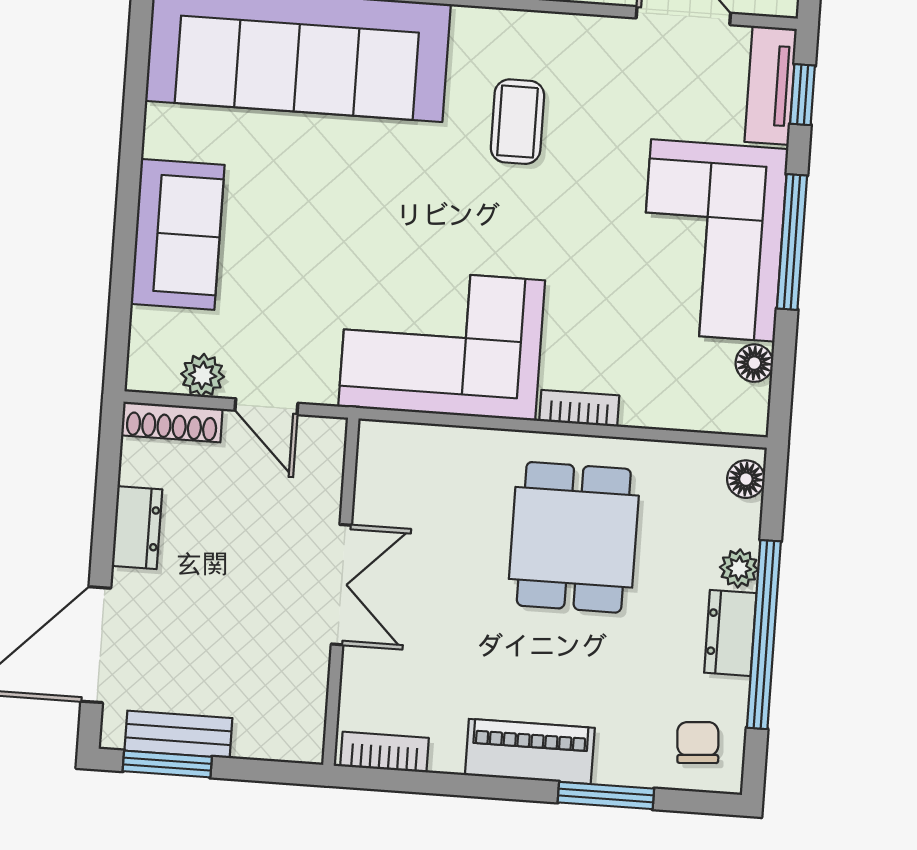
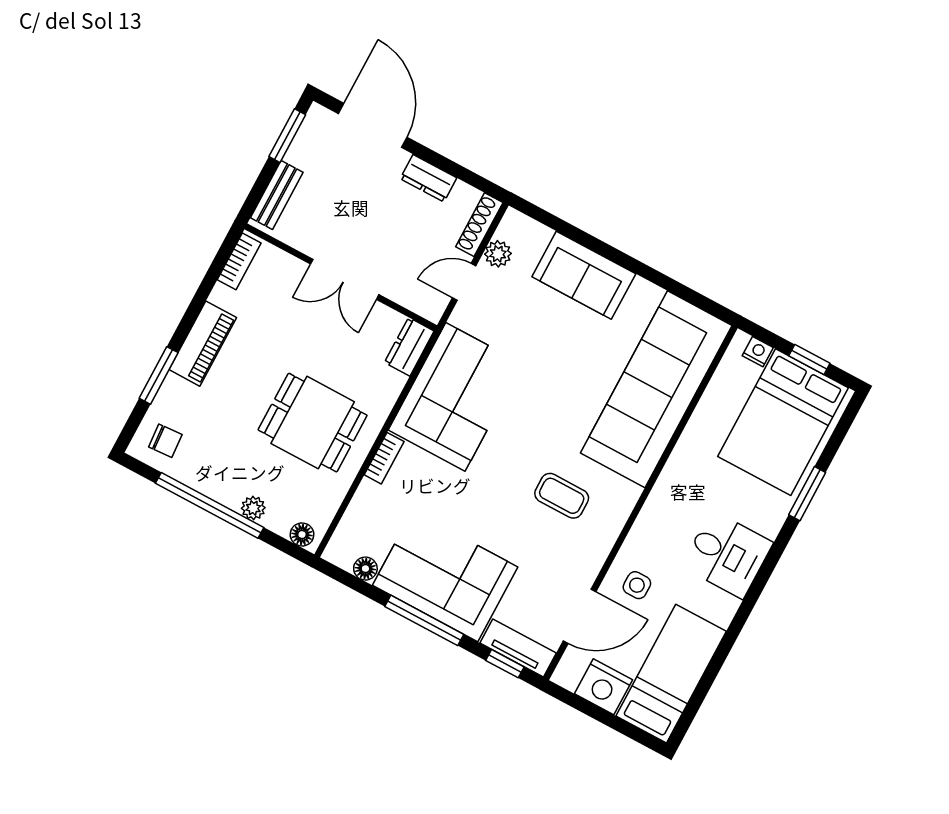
dresser: (730, 633) -> (409, 347), moved, turned -90
bench: (178, 734) -> (277, 195), moved

